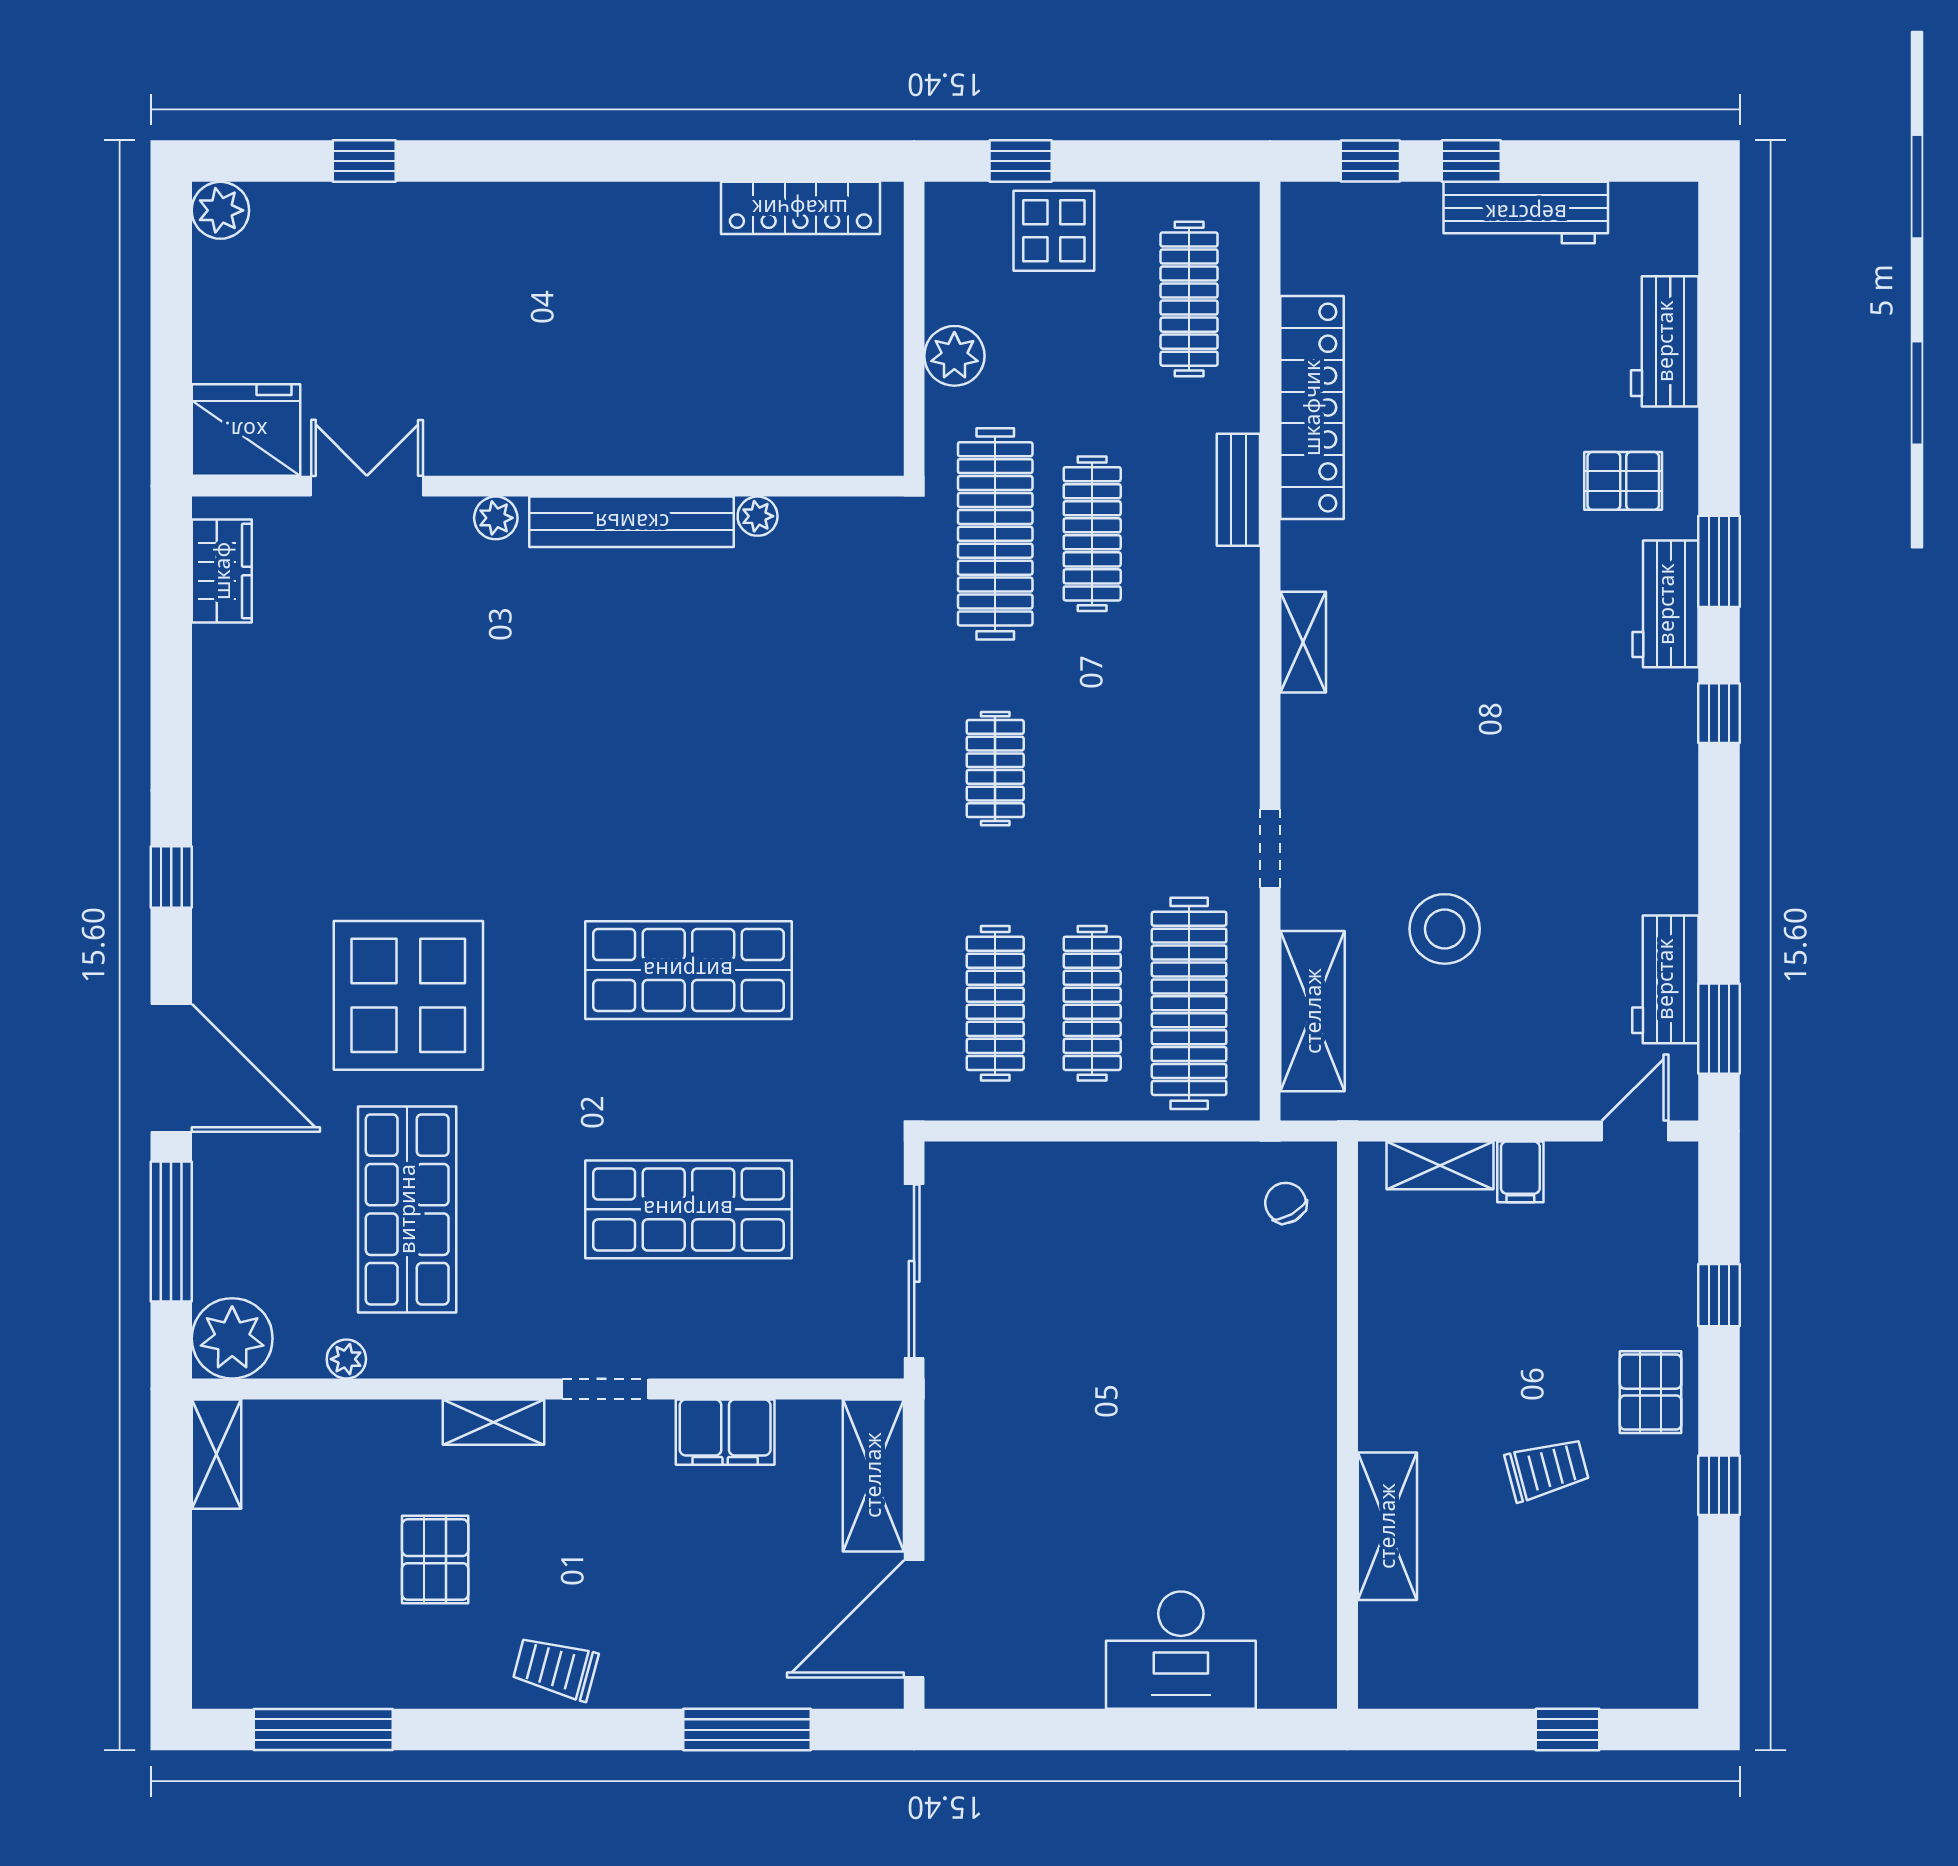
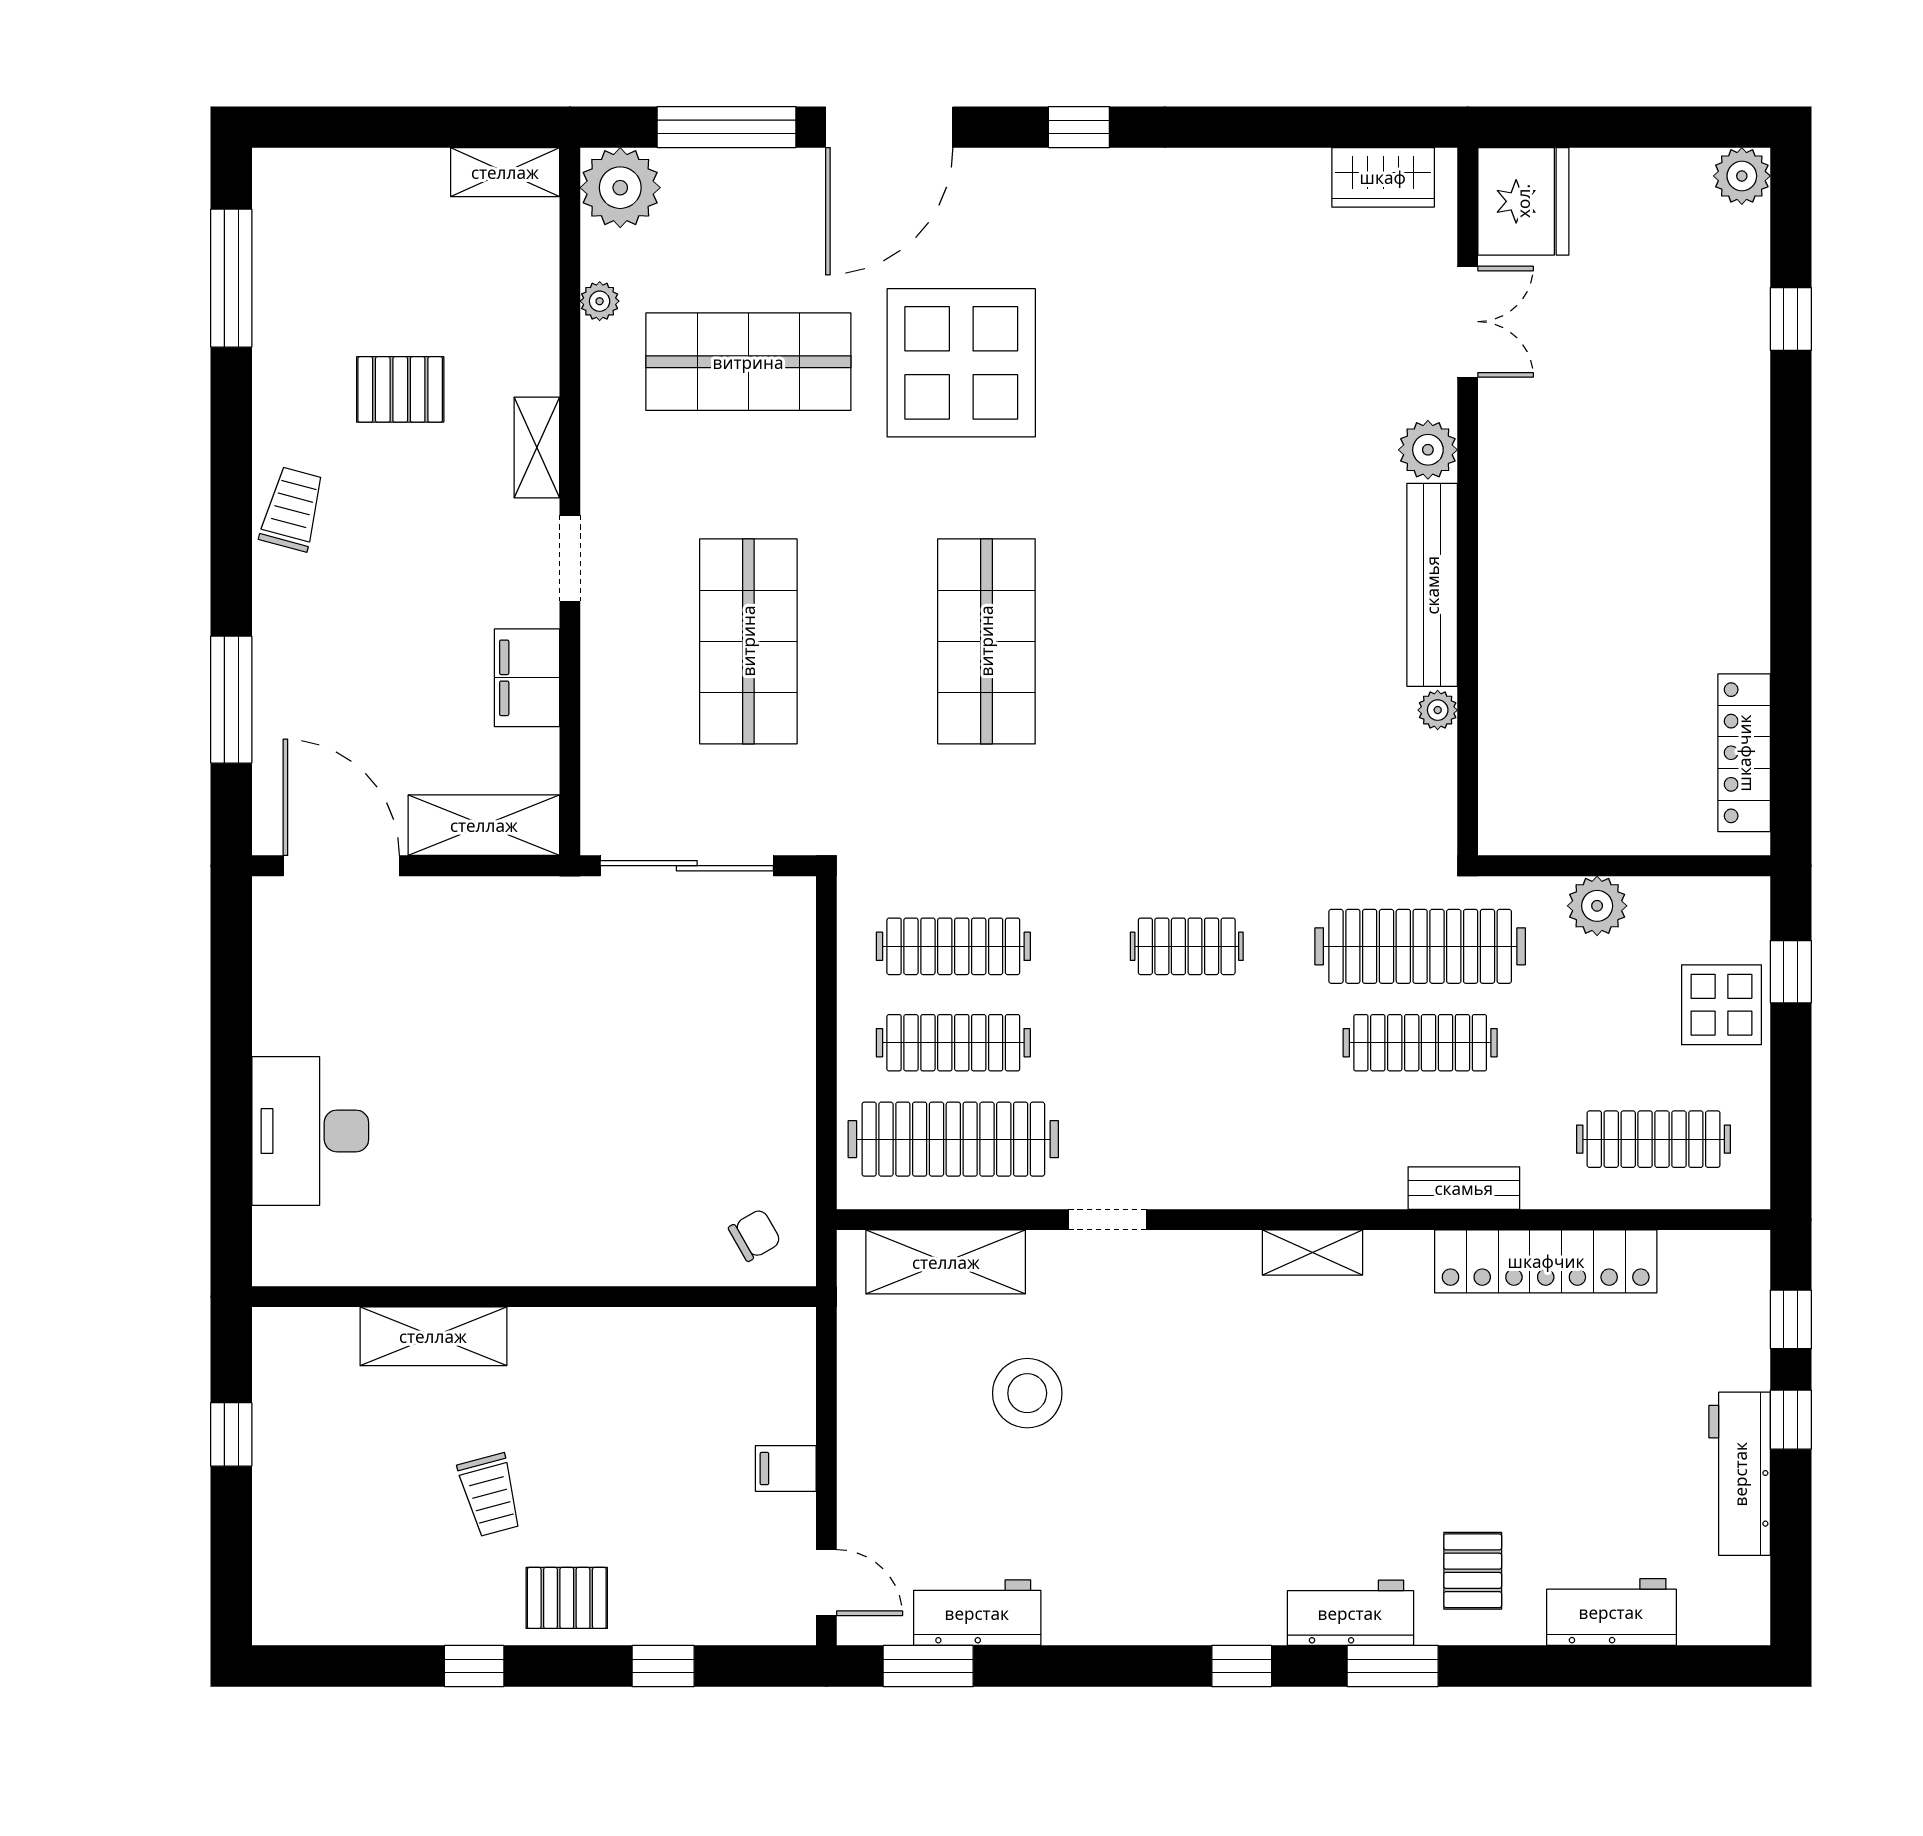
plant: (496, 518) -> (1428, 450), width x1.38, depth x1.38
shelving: (1440, 1165) -> (792, 1389), removed
window: (1568, 1730) -> (231, 1434), moved

